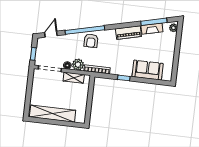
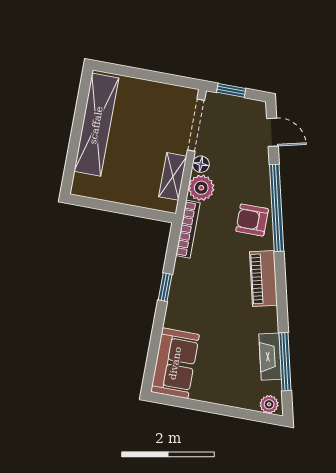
piano: (128, 33) -> (263, 279), moved
sofa: (148, 70) -> (175, 363), moved

